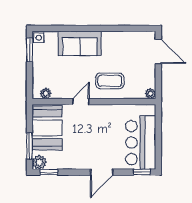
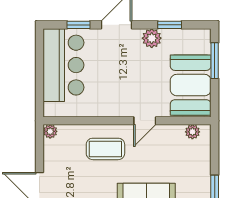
plant: (39, 162) -> (152, 38), moved
window: (49, 172) -> (170, 25), moved
window: (142, 172) -> (79, 25), moved

